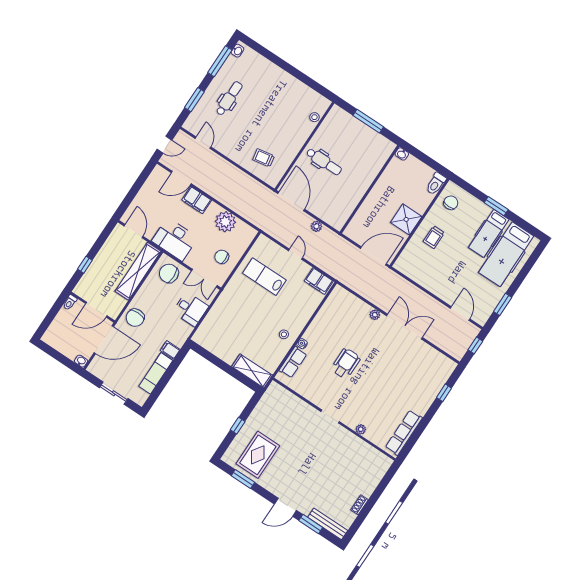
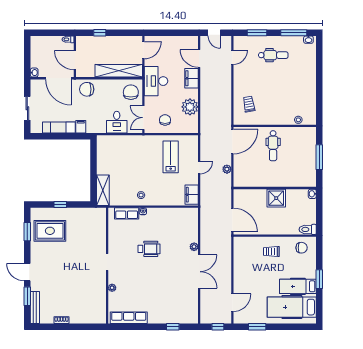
shower: (406, 219) -> (276, 198), moved

